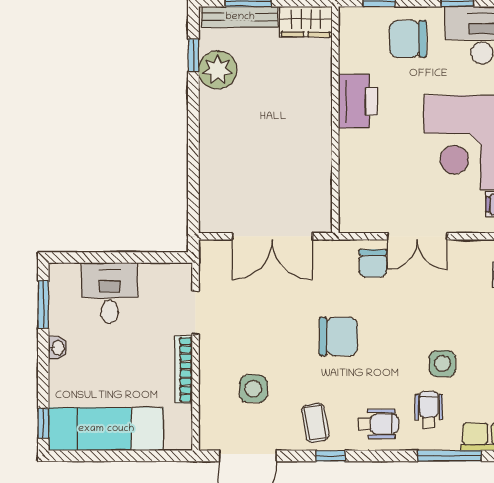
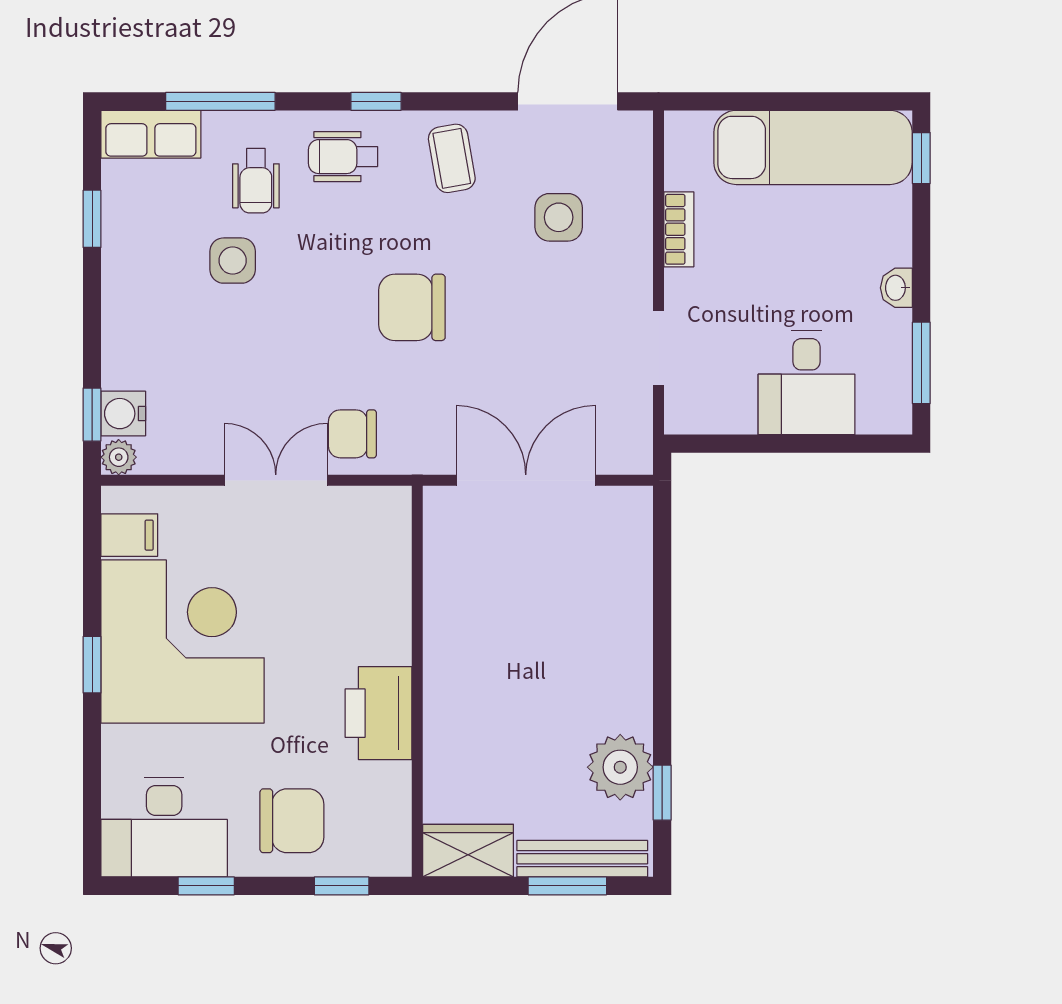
chair: (373, 263) -> (352, 434), turned -90
bookcase: (184, 370) -> (679, 229), width x0.64
window: (331, 456) -> (376, 101), moved

